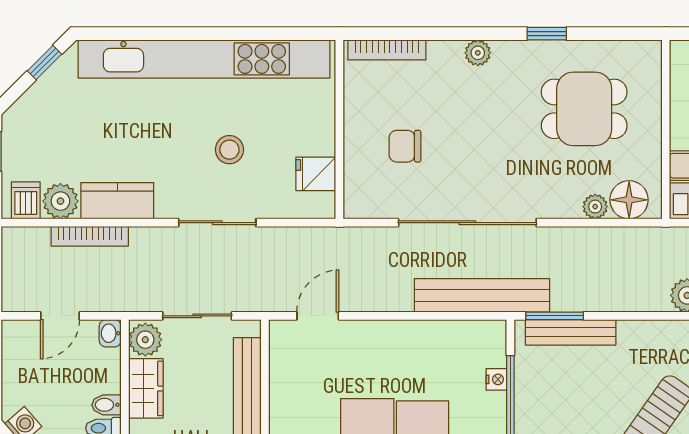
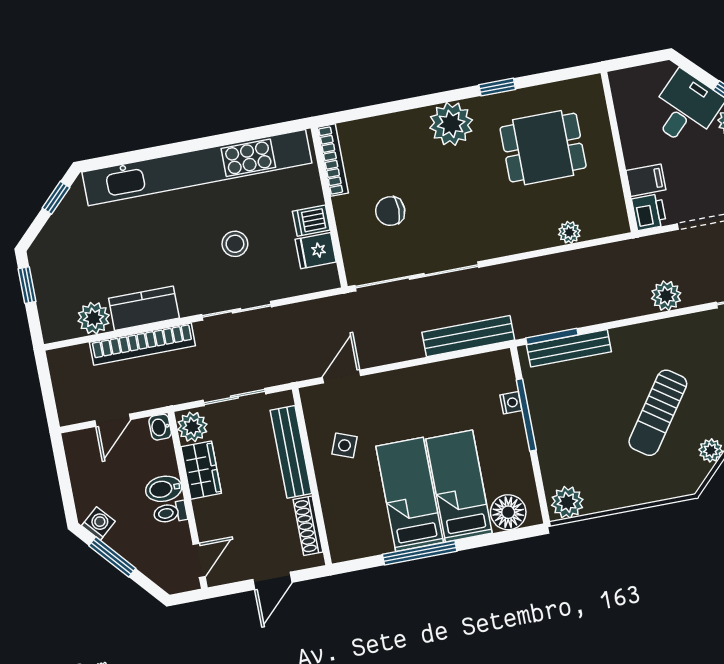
bookcase: (387, 50) -> (333, 160), moved, turned -90
plant: (478, 53) -> (451, 124), width x1.88, depth x1.88
dishwasher: (26, 200) -> (311, 221), moved, turned -90
floor lamp: (629, 200) -> (598, 221), removed
sliding door: (467, 223) -> (417, 276), moved
bookcase: (90, 236) -> (142, 344), width x1.48, depth x1.31
bench: (482, 295) -> (468, 336), width x0.73, depth x0.82
side table: (307, 391) -> (345, 445), added
bidet: (107, 405) -> (164, 489), width x1.38, depth x1.36

